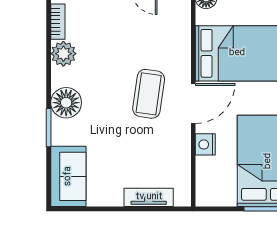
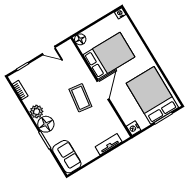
plant: (63, 54) -> (37, 112), moved
nightstand: (205, 144) -> (134, 128), moved

